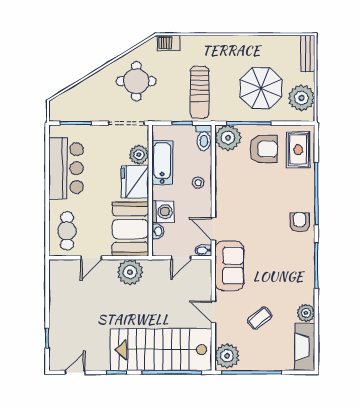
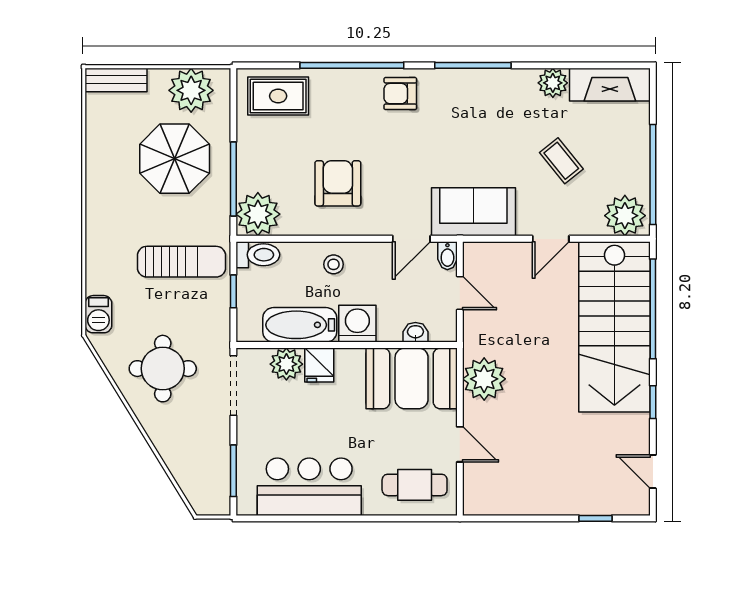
armchair: (264, 149) -> (338, 183), moved
fridge: (135, 182) -> (319, 365), width x0.53, depth x0.75
washing machine: (163, 212) -> (357, 324), moved

